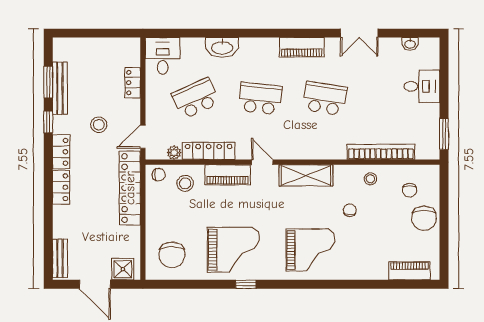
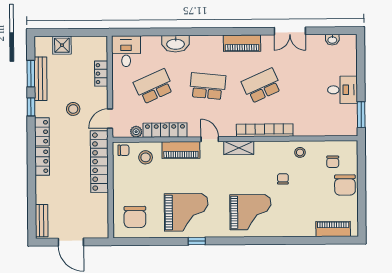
desk: (422, 86) -> (343, 90), moved
school desk: (325, 98) -> (262, 86), turned -33
bookcase: (381, 152) -> (265, 130), moved
shelving: (306, 175) -> (239, 148), width x0.67, depth x0.75
shower: (123, 269) -> (62, 45), moved

